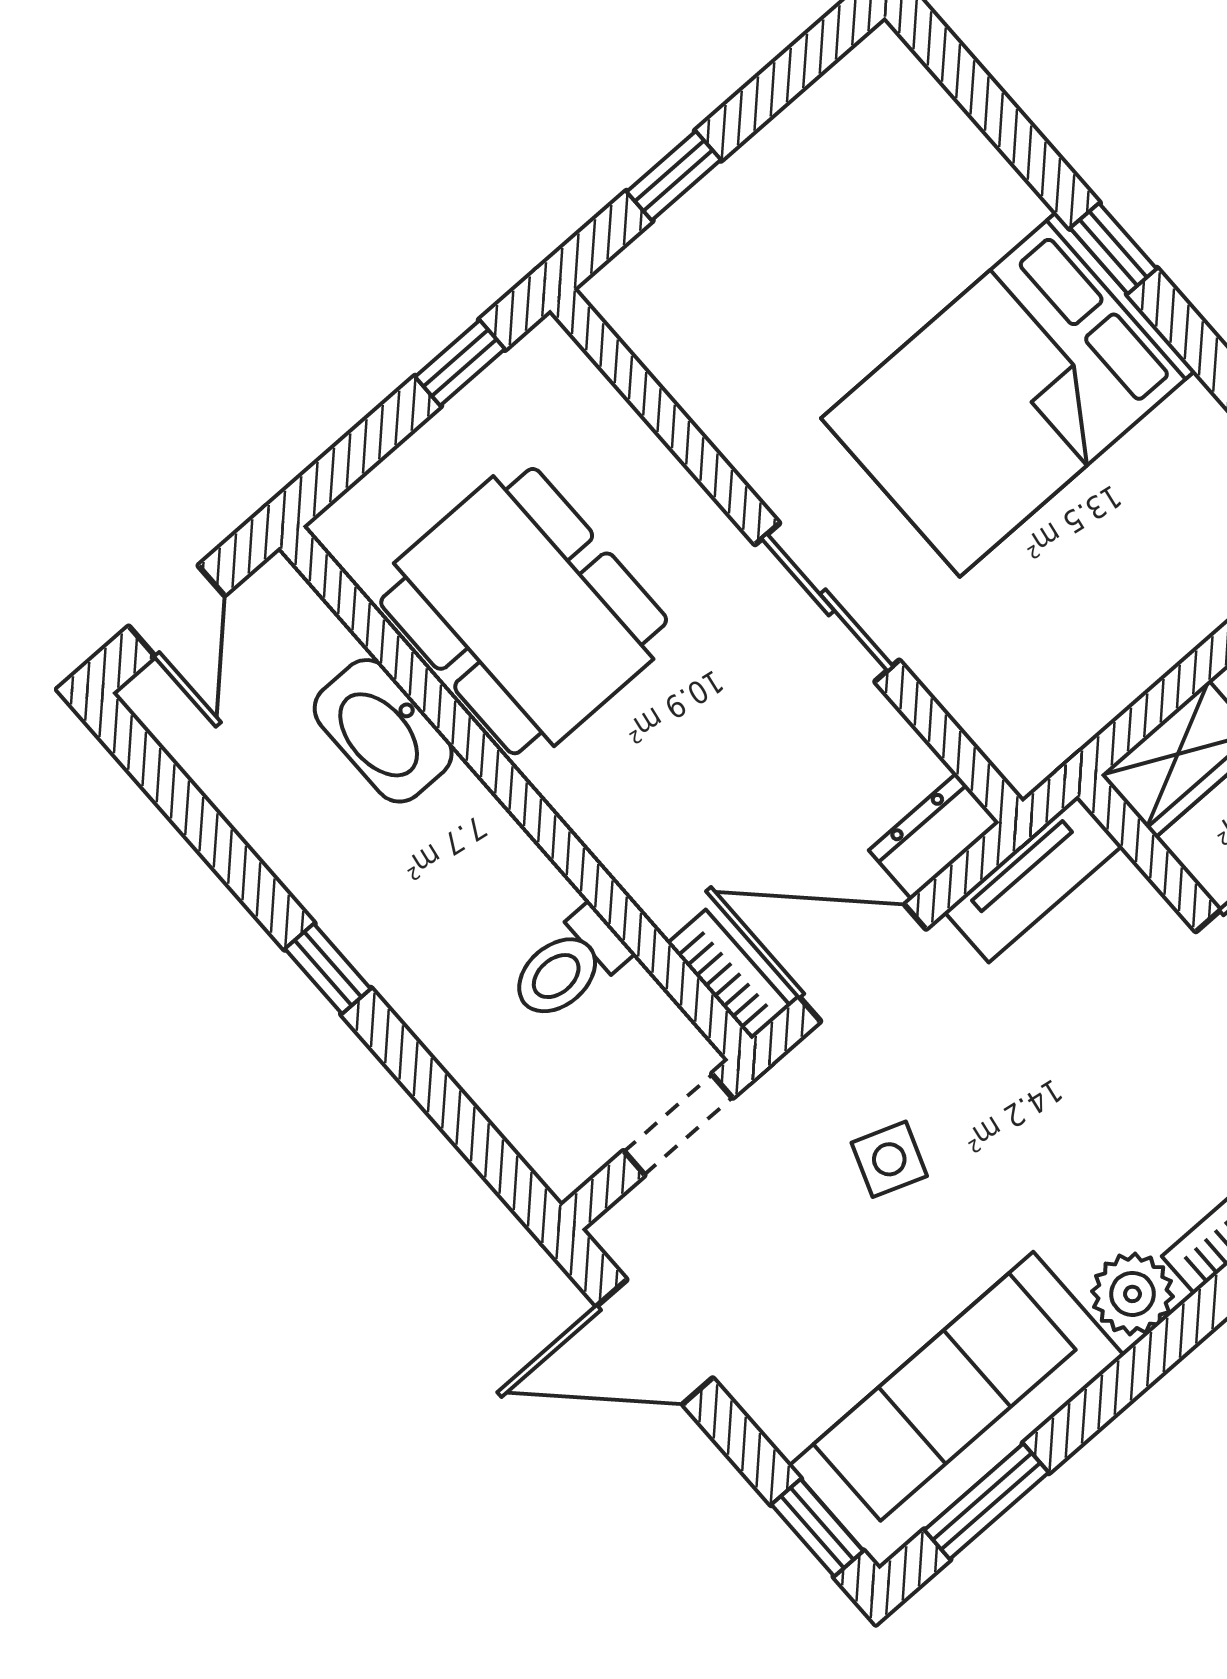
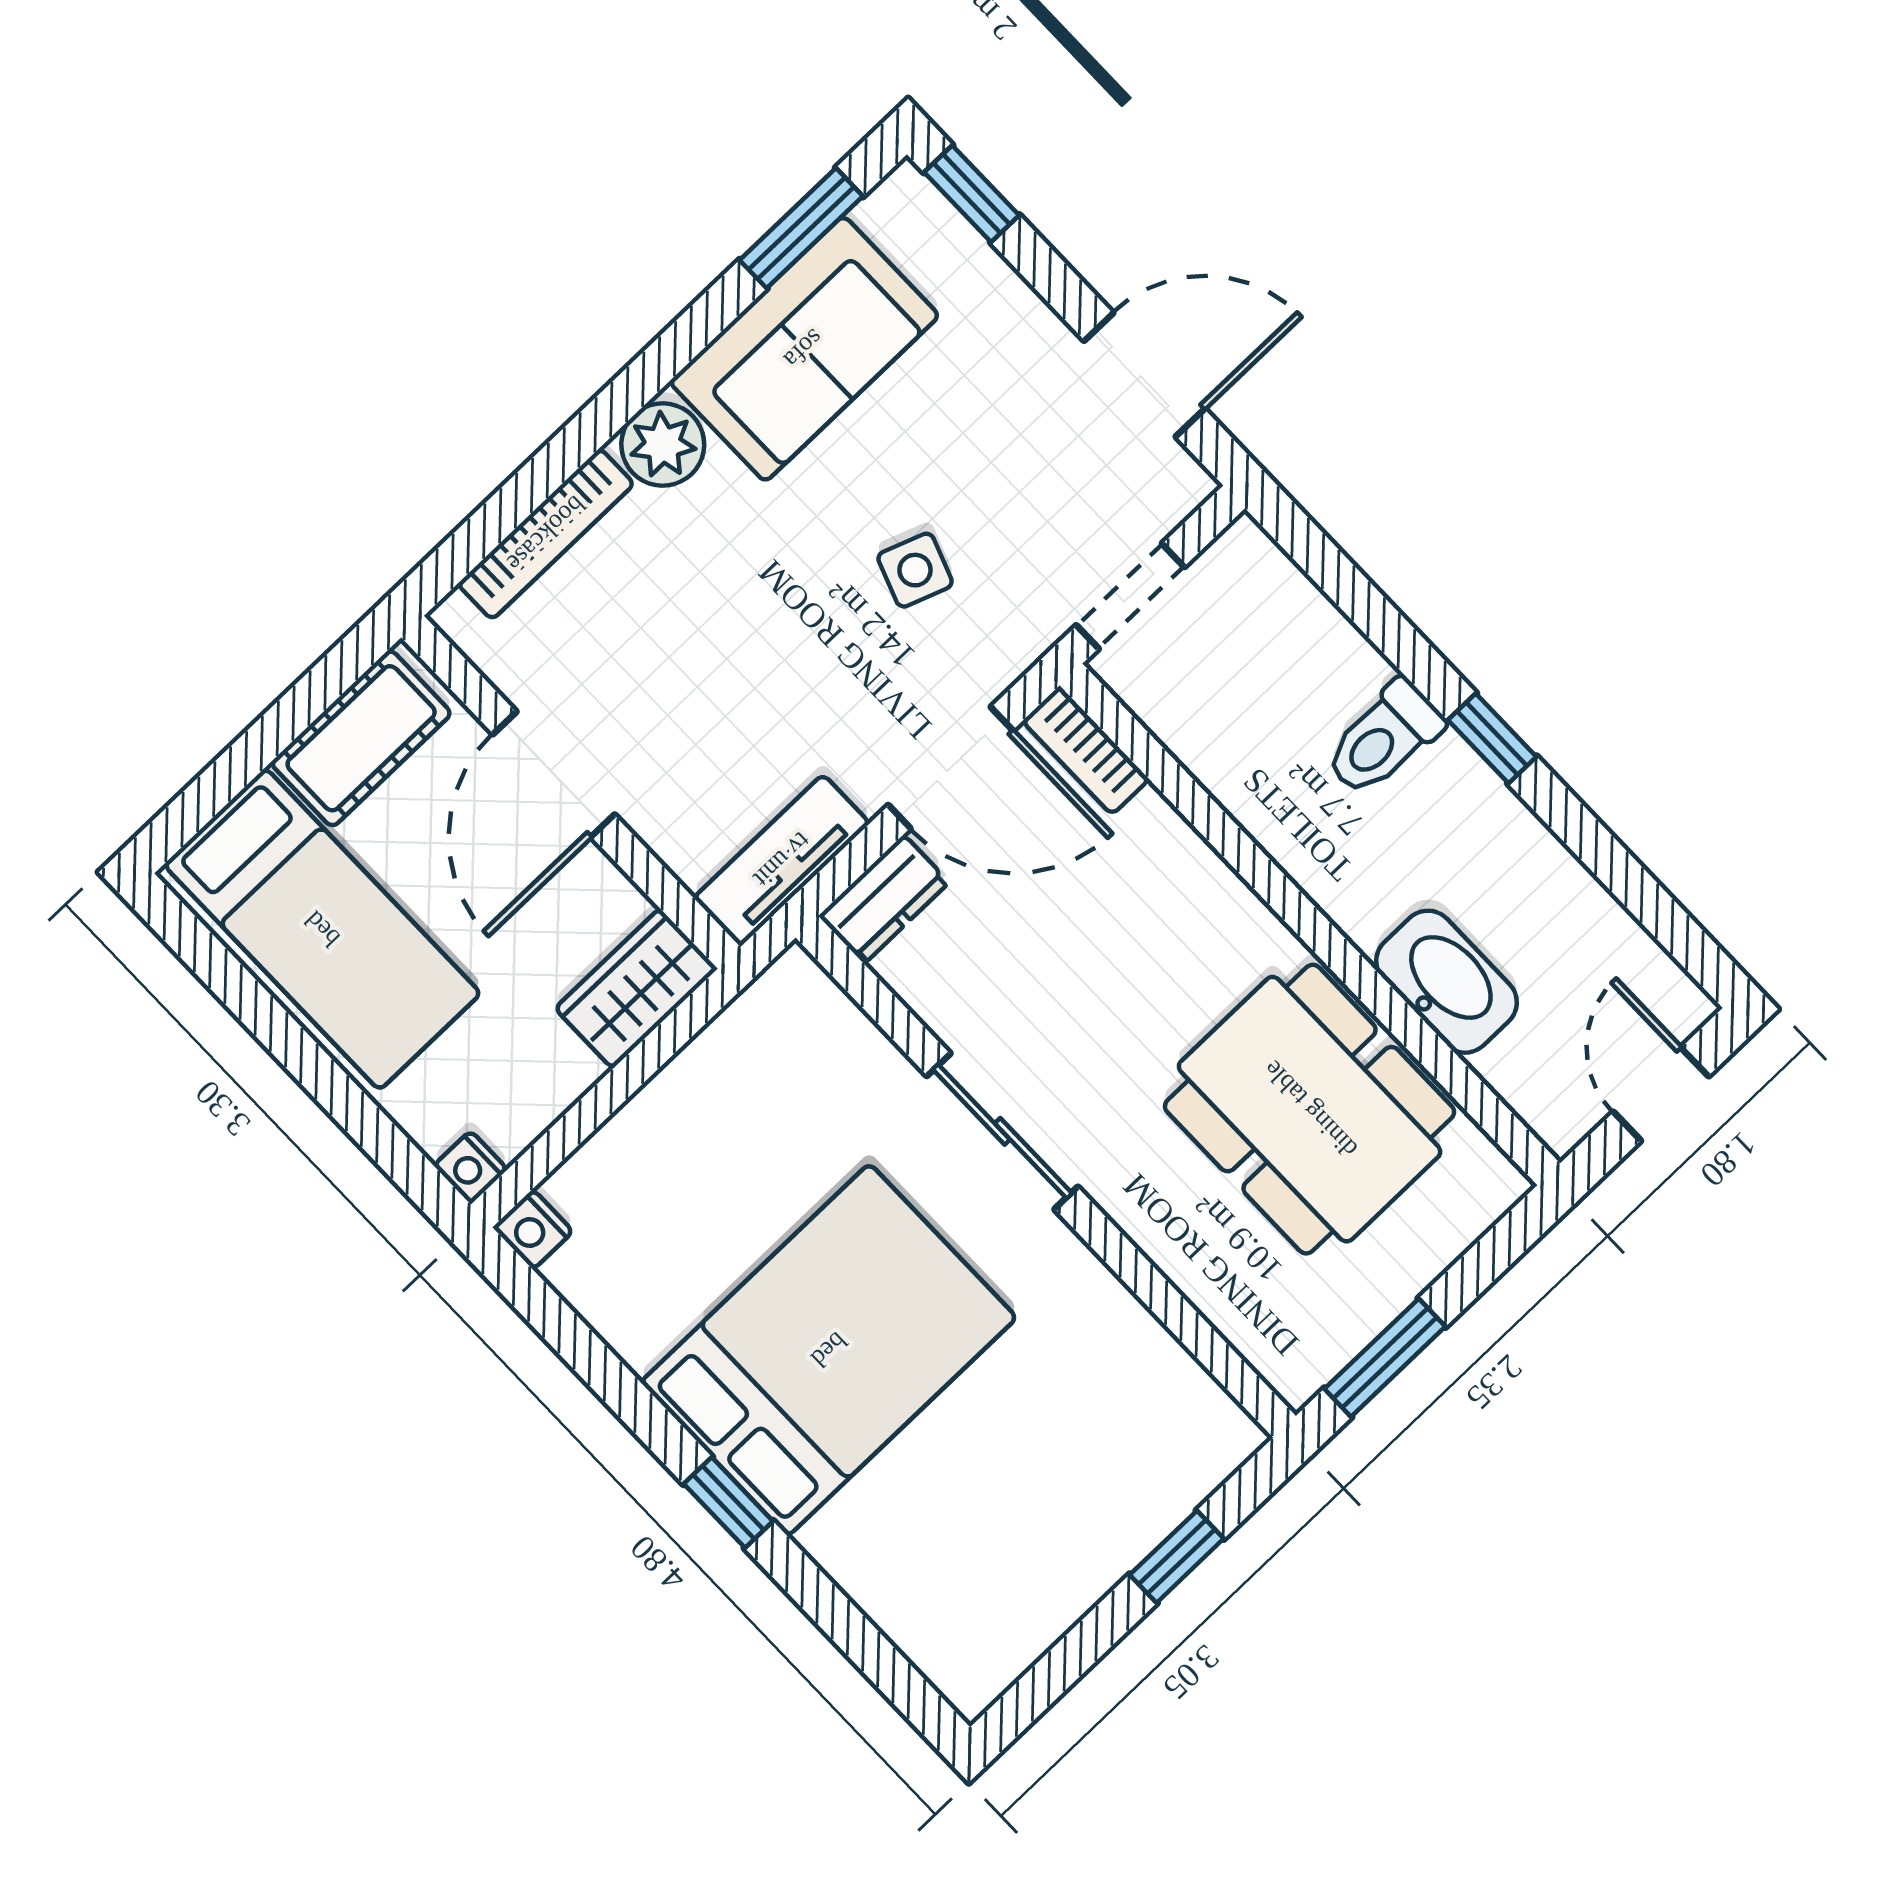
window: (460, 363) -> (1385, 1358), width x1.50
toilet: (568, 965) -> (1384, 738), moved, turned 180
sofa: (957, 1410) -> (804, 349), width x0.73

